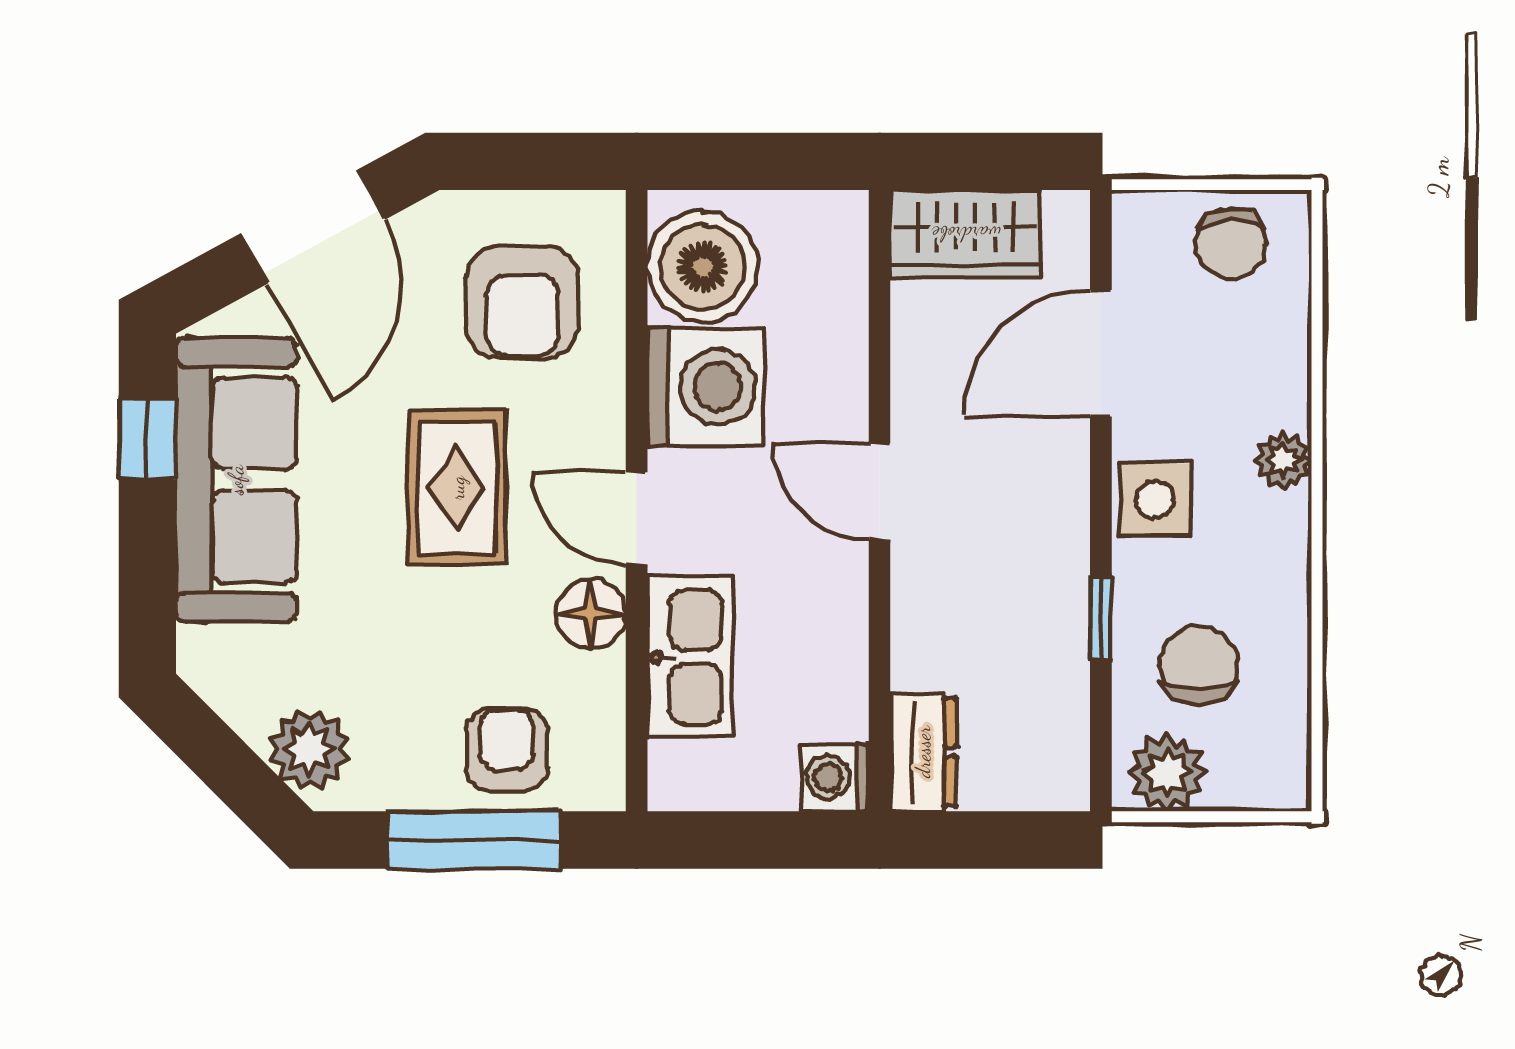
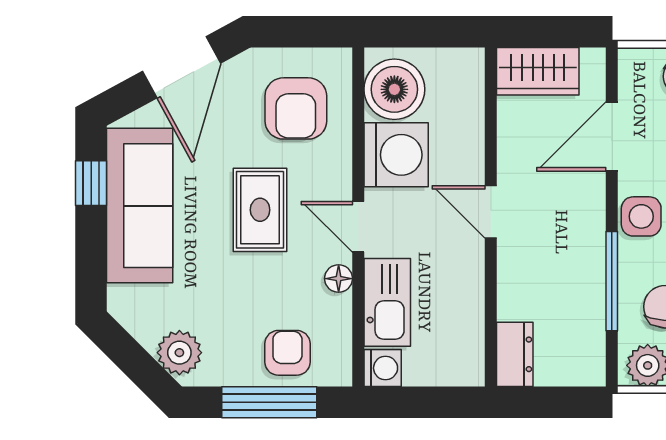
floor lamp: (591, 613) -> (339, 279), width x0.73, depth x0.73
window: (1101, 618) -> (612, 281), width x2.17
washing machine: (835, 777) -> (383, 368), moved, turned 180

